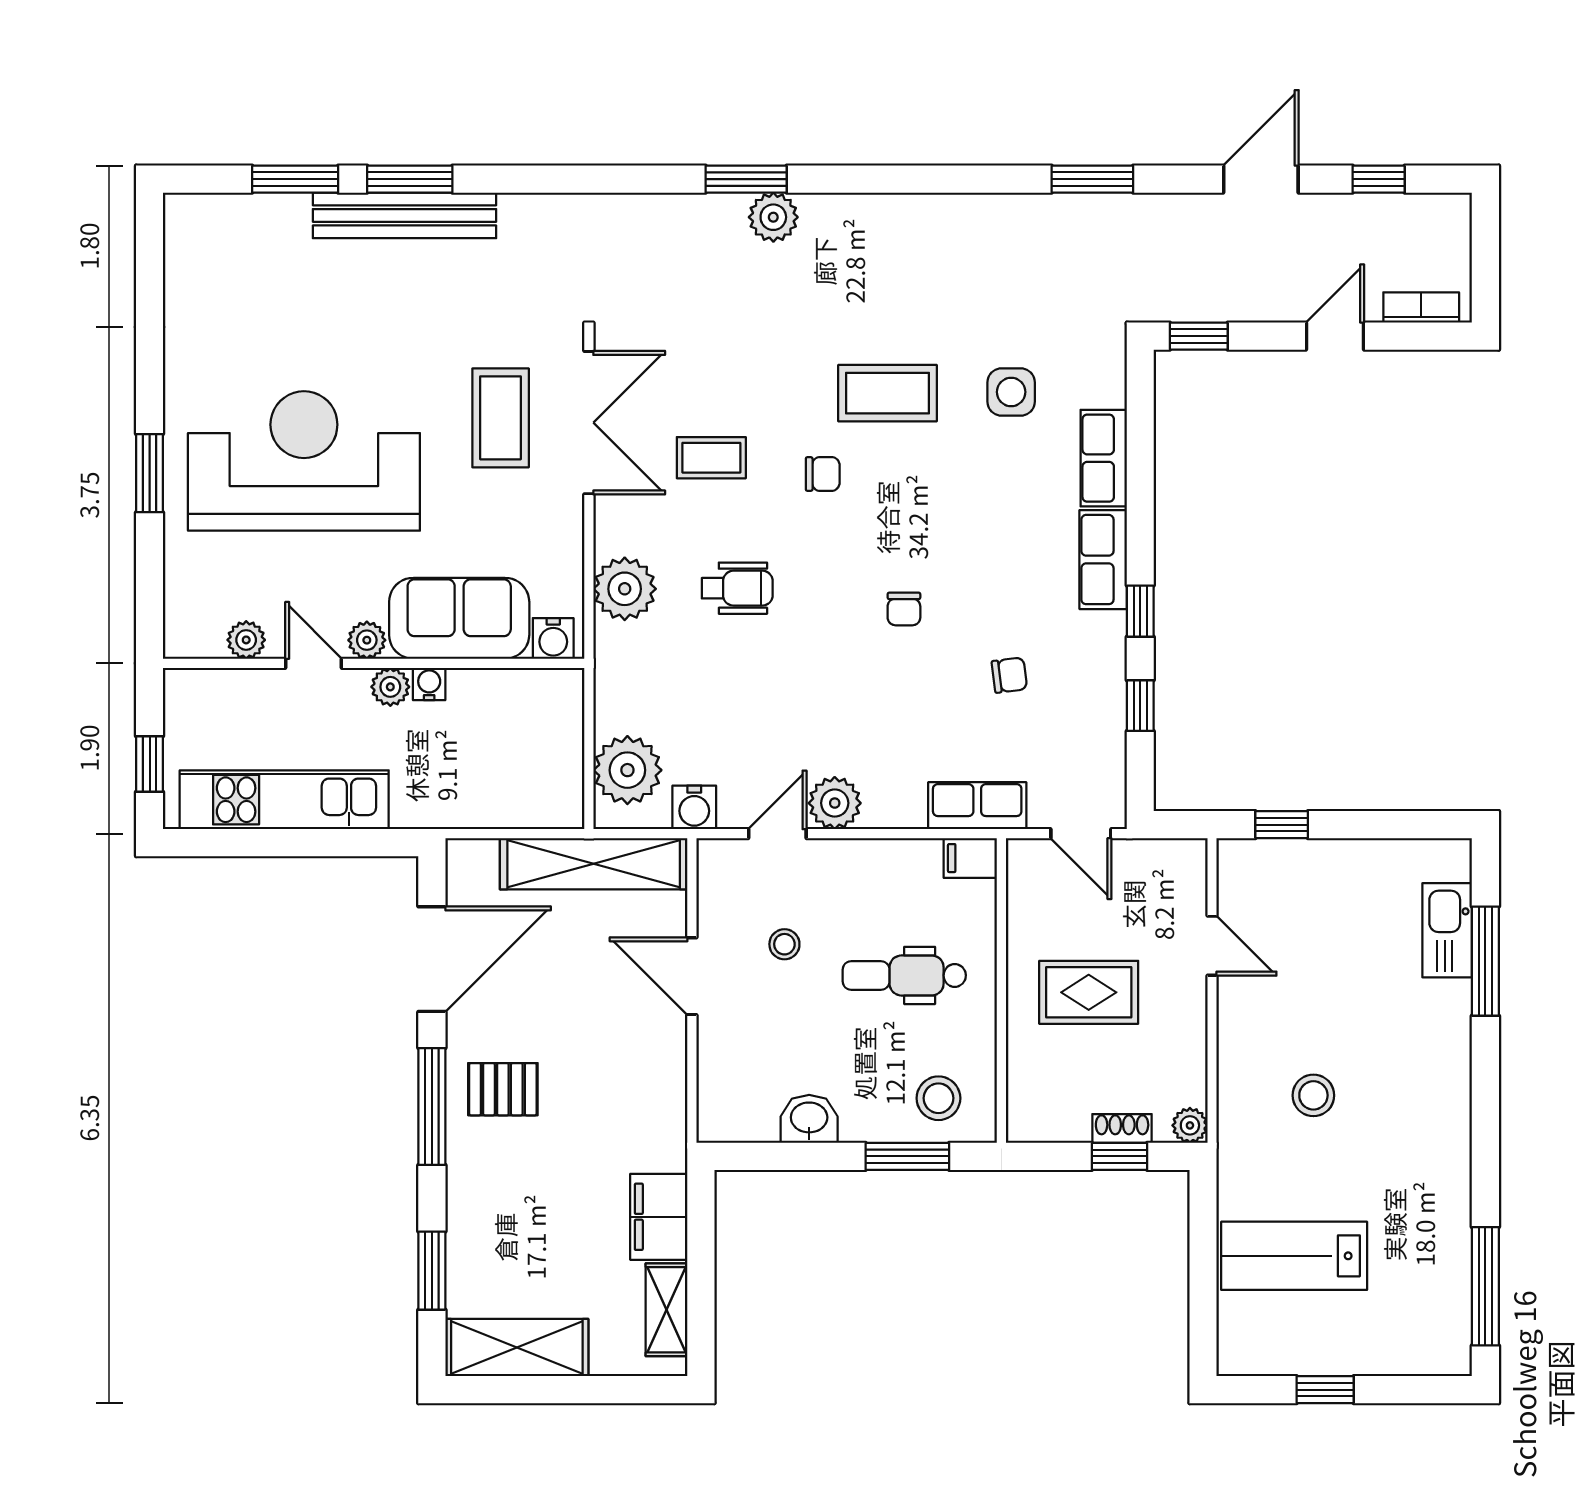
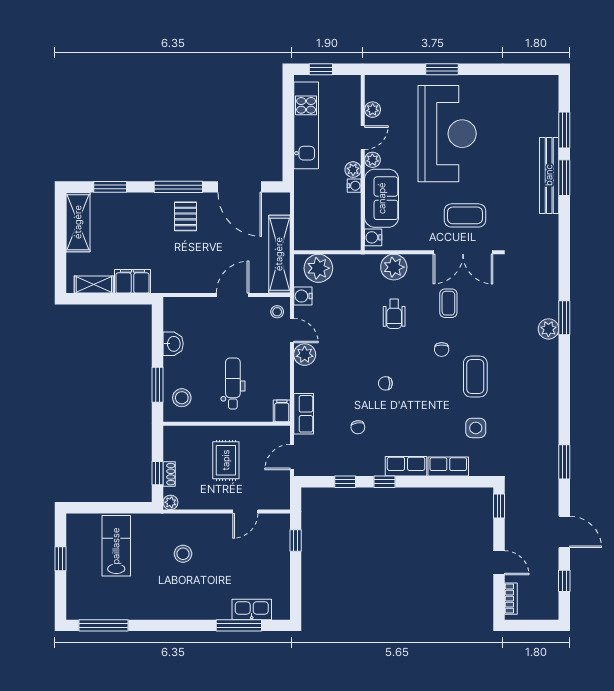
stool: (784, 944) -> (277, 312), moved

